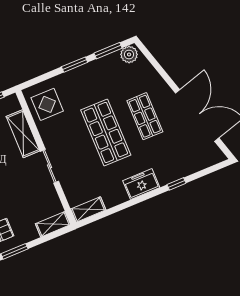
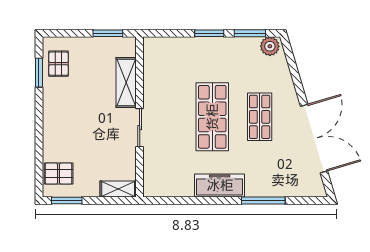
display table: (47, 104) -> (164, 63), removed
freezer: (141, 184) -> (220, 185), width x1.40
window: (177, 184) -> (263, 200), width x2.17
shelving: (88, 209) -> (161, 189), removed

